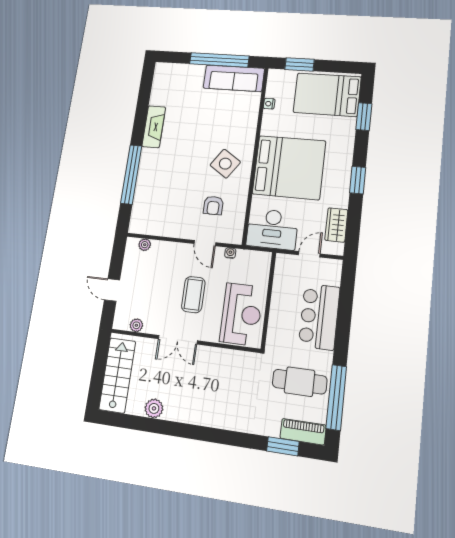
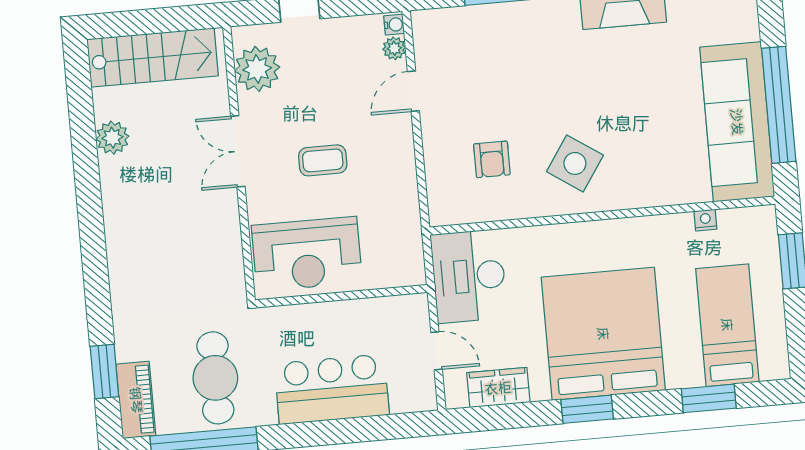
sofa: (234, 78) -> (737, 122), width x1.36, depth x1.27
bed: (327, 95) -> (727, 325), width x0.67
bed: (289, 167) -> (603, 334), moved, turned 180
armchair: (213, 205) -> (492, 159), turned -90
door: (205, 243) -> (413, 91), moved
water cooler: (230, 253) -> (394, 25), moved
coffee table: (193, 295) -> (323, 160), width x0.73, depth x0.77
plant: (136, 325) -> (257, 69), width x1.87, depth x1.87

